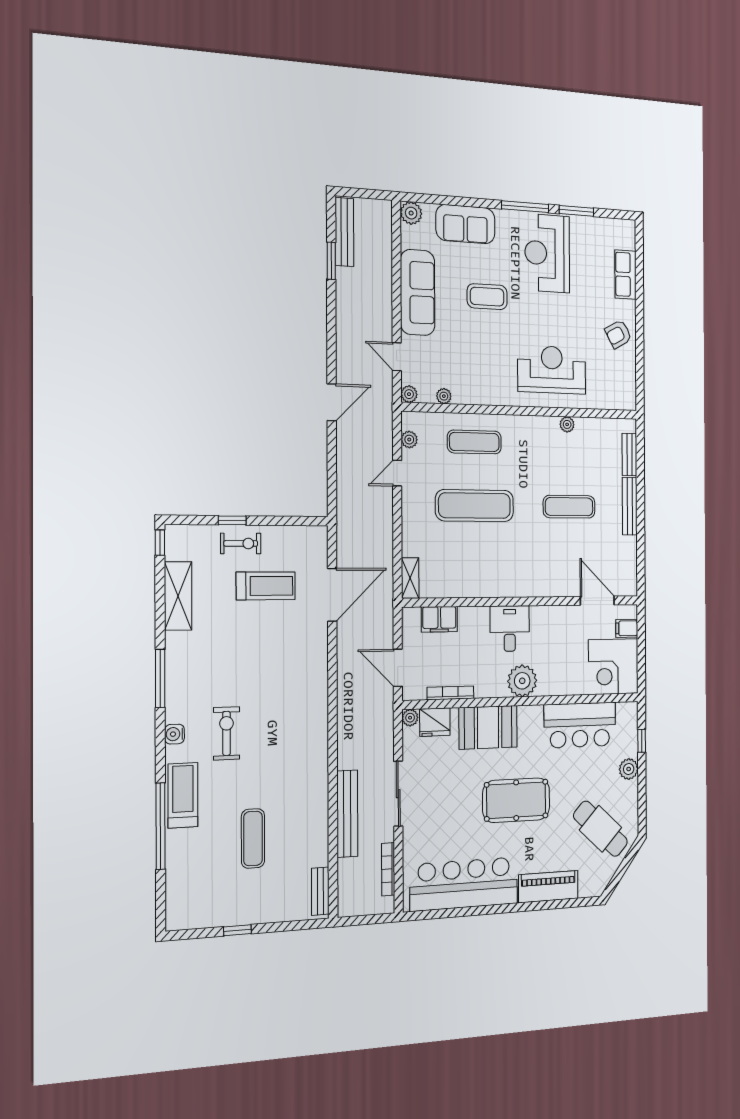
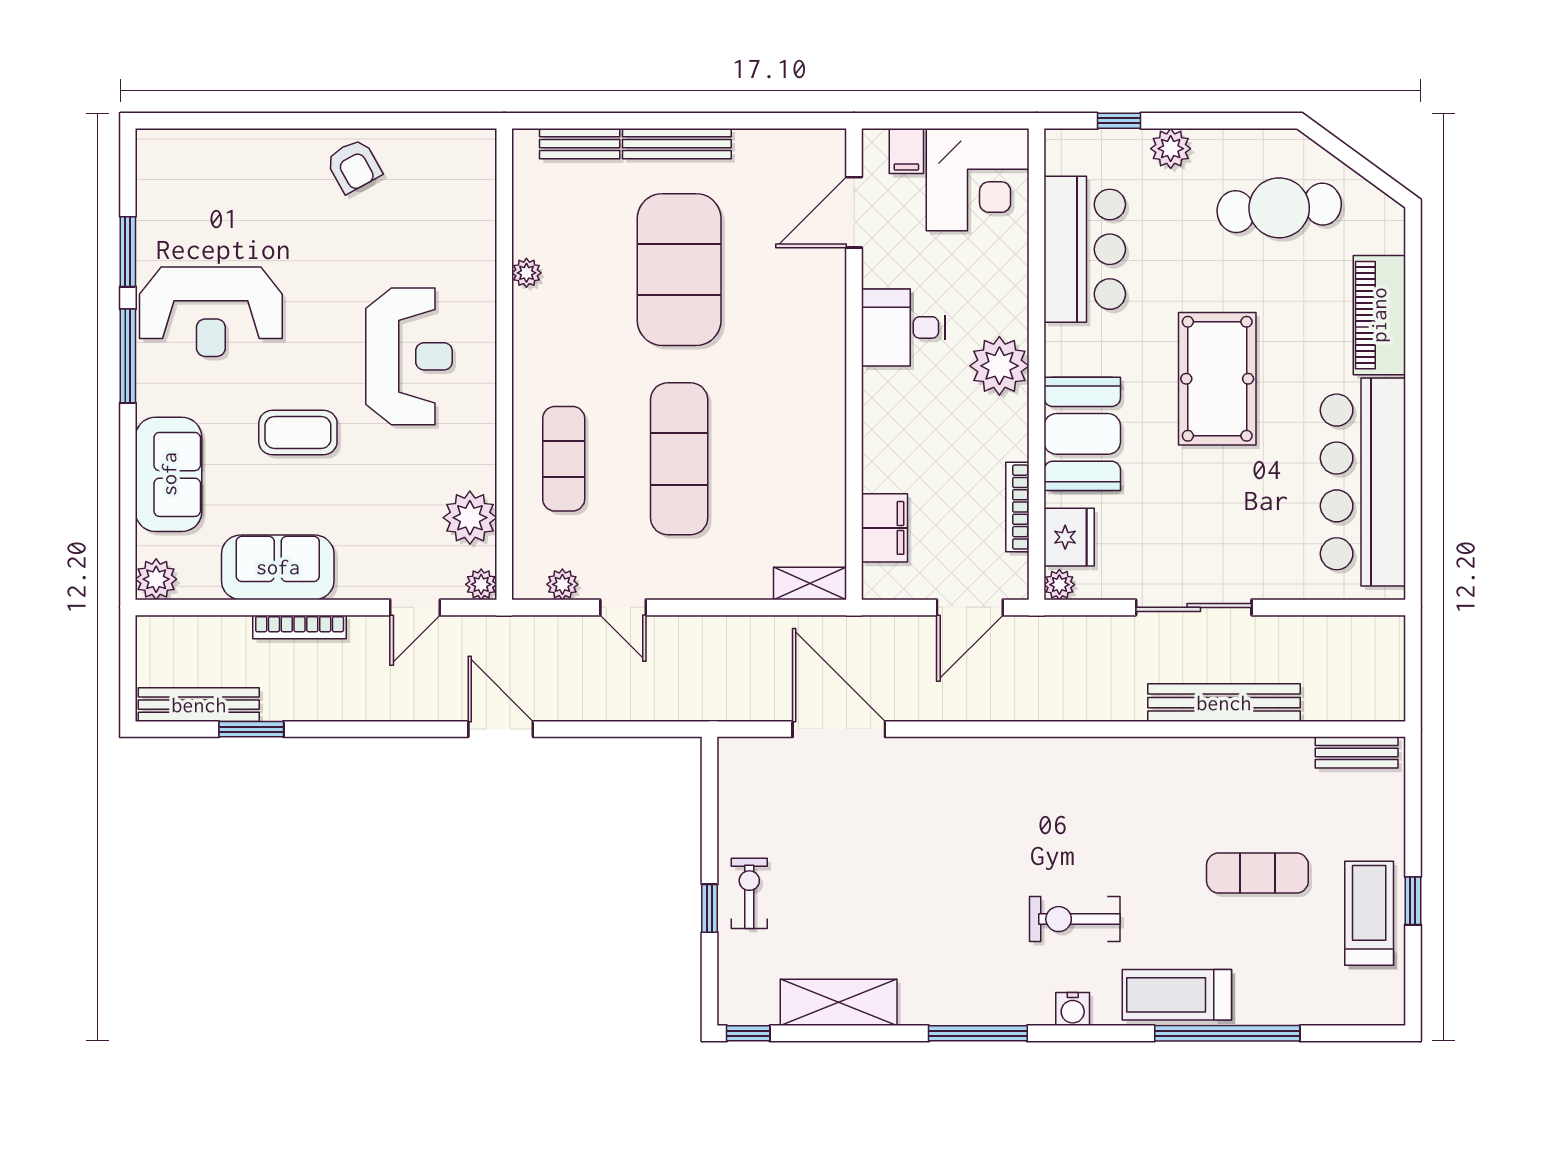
row of seats: (625, 274) -> (240, 150), removed
sofa: (418, 292) -> (278, 567), width x0.73
coffee table: (487, 297) -> (298, 432), turned 90
reception desk: (552, 370) -> (409, 356), moved, turned 180
plant: (444, 396) -> (470, 518), width x1.88, depth x1.88
exercise mat: (569, 507) -> (679, 270), width x2.00, depth x1.45
treadmill: (266, 586) -> (1369, 913), moved
desk: (510, 629) -> (903, 327), moved
cafe table: (600, 829) -> (1279, 208), turned 42
bookcase: (388, 869) -> (300, 627), moved

